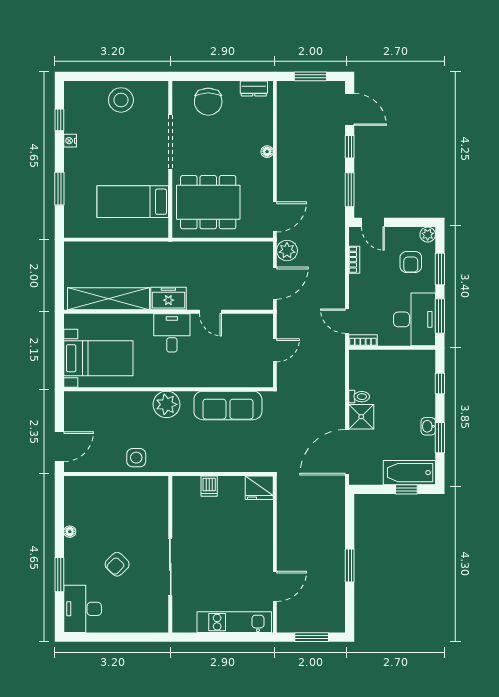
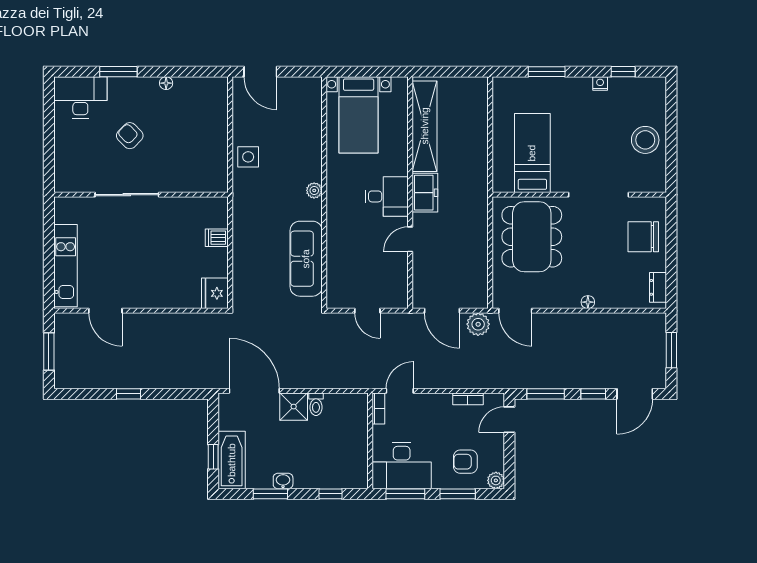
plant: (166, 404) -> (314, 190), width x0.53, depth x0.53
window: (350, 566) -> (128, 394), width x0.67

